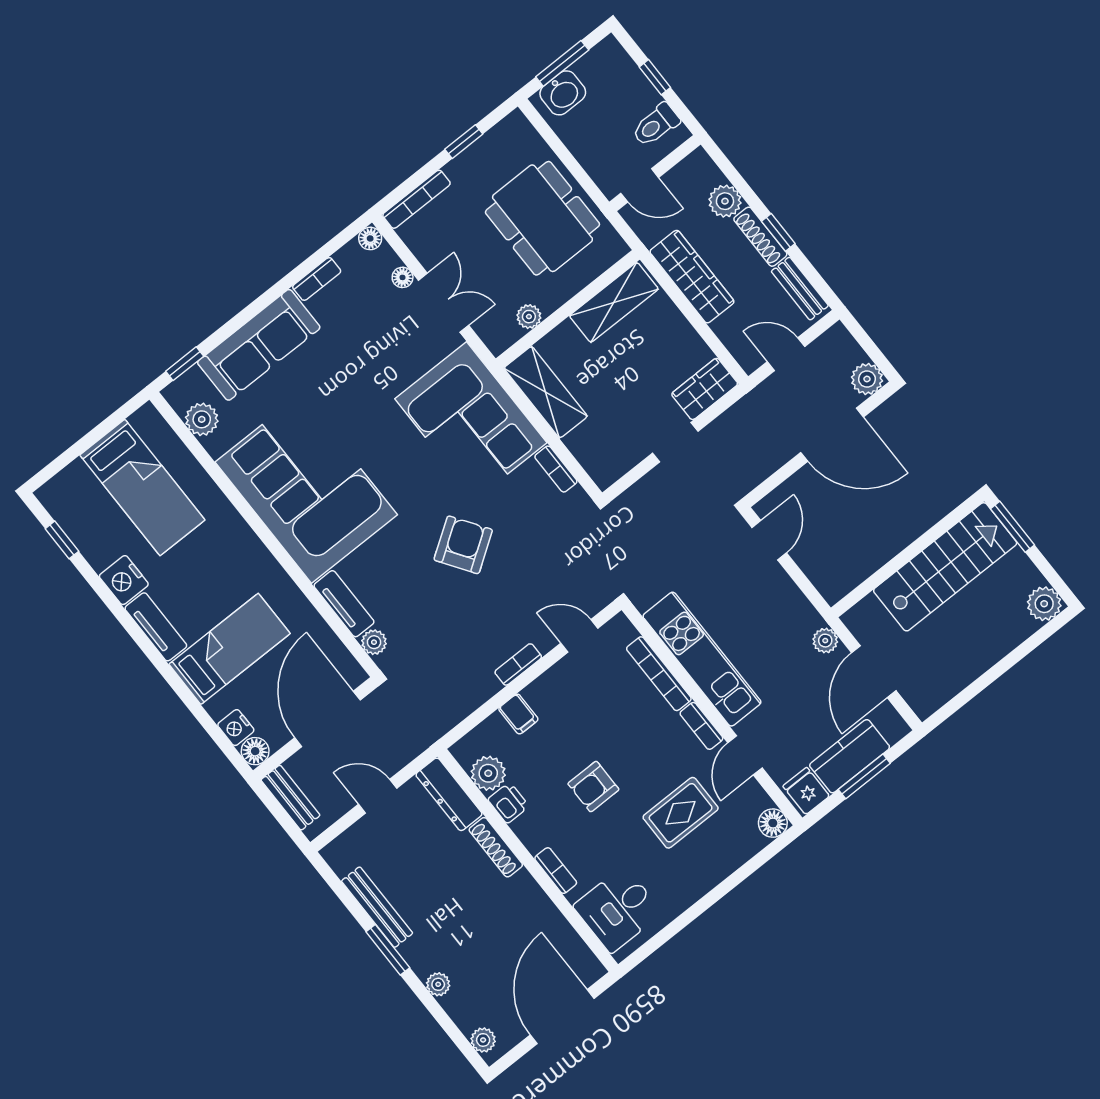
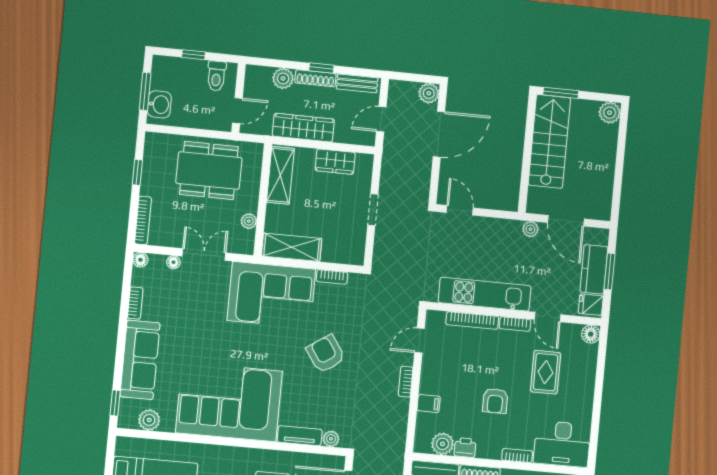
wardrobe: (705, 389) -> (335, 162), moved, turned -90
desk: (618, 909) -> (562, 444), width x1.37

